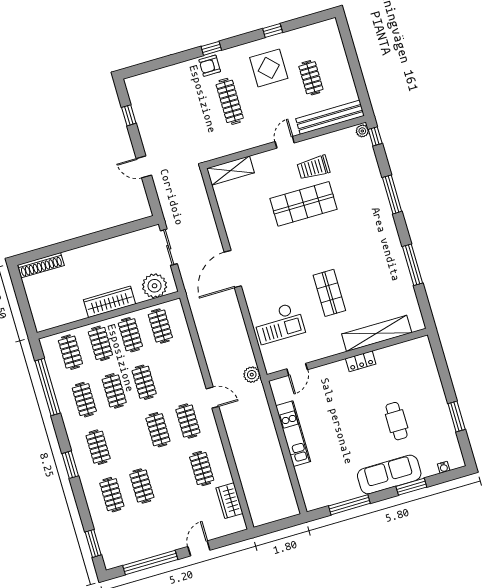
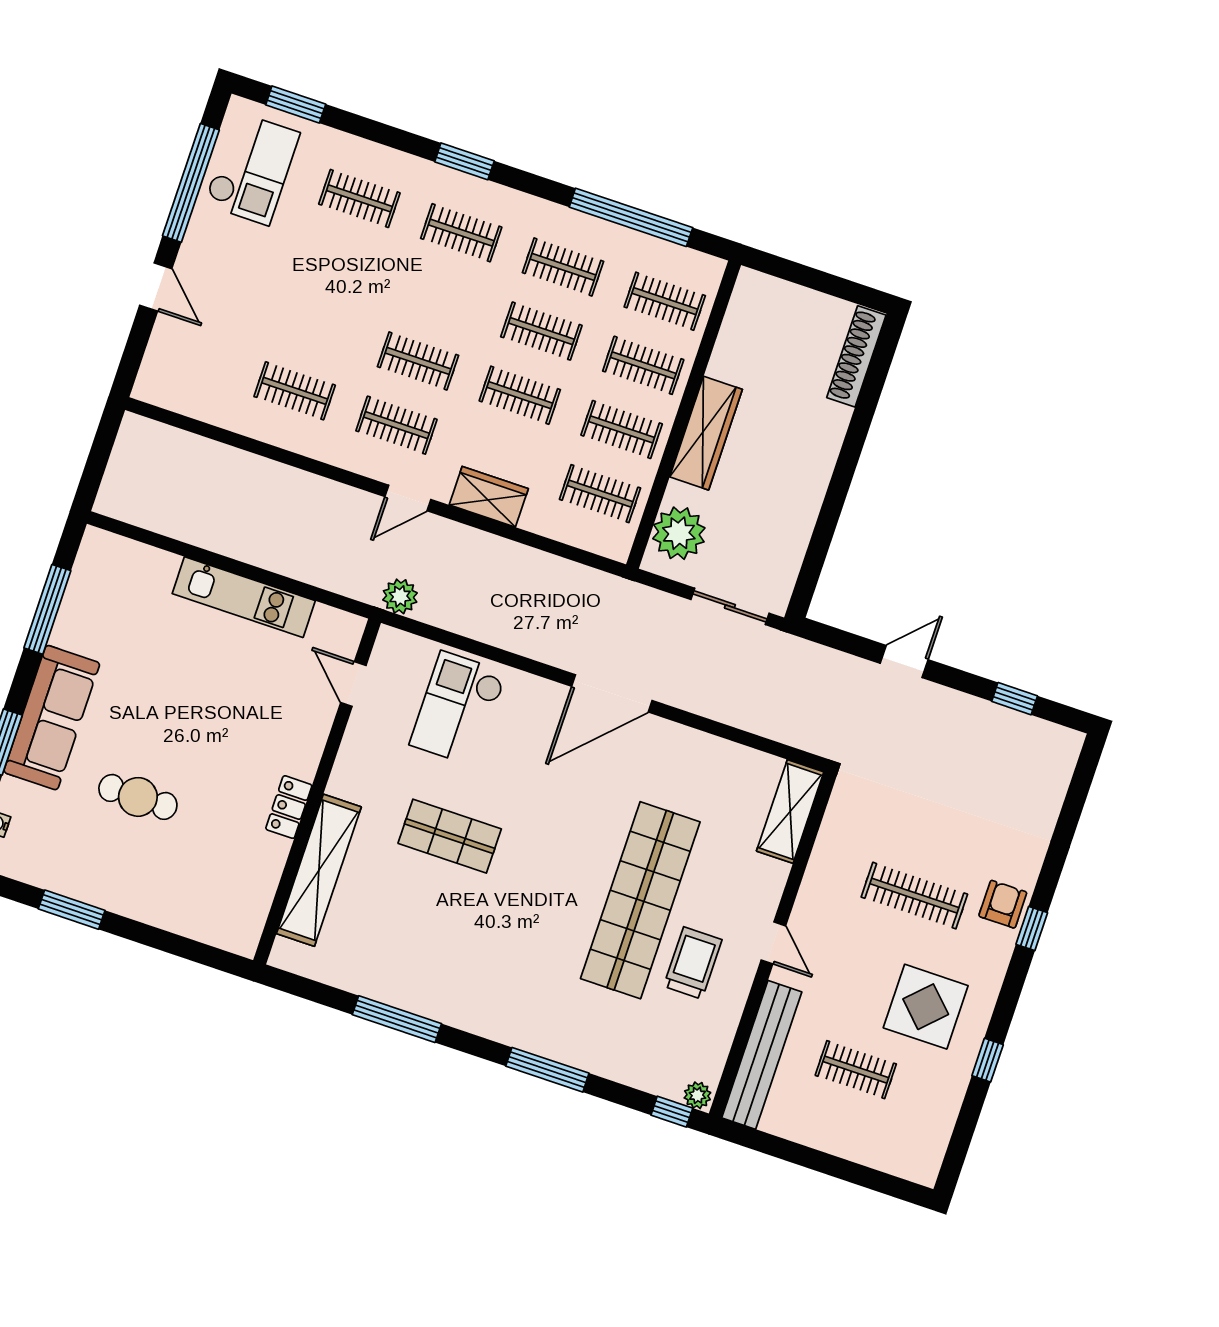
shop shelf: (304, 204) -> (640, 900), width x1.40
door: (233, 269) -> (612, 693), swing flipped
clothes rail: (142, 486) -> (338, 263), removed
wardrobe: (229, 501) -> (489, 497), moved
checkout: (129, 543) -> (252, 168), added

